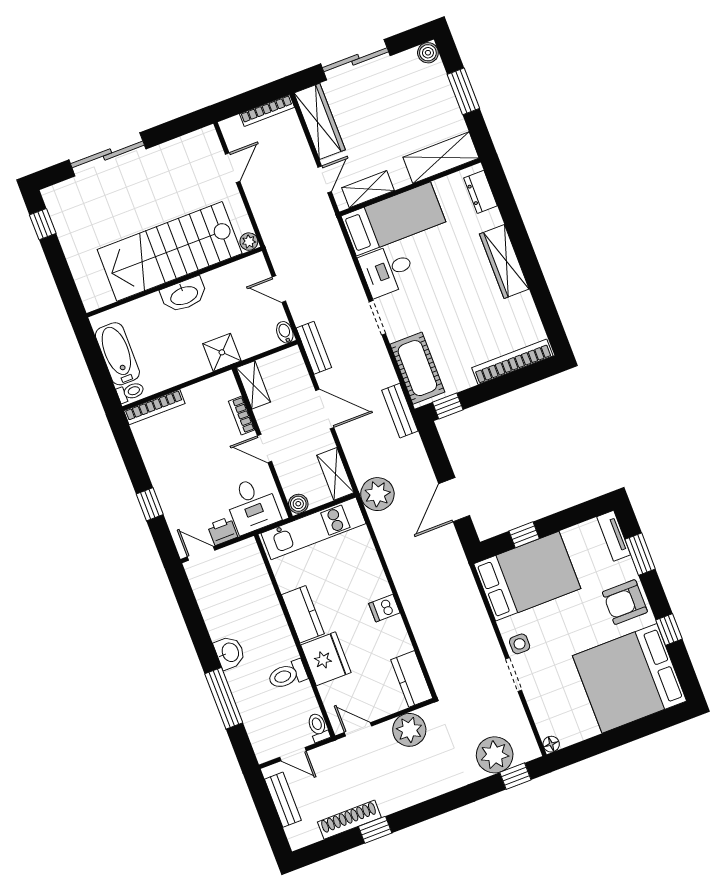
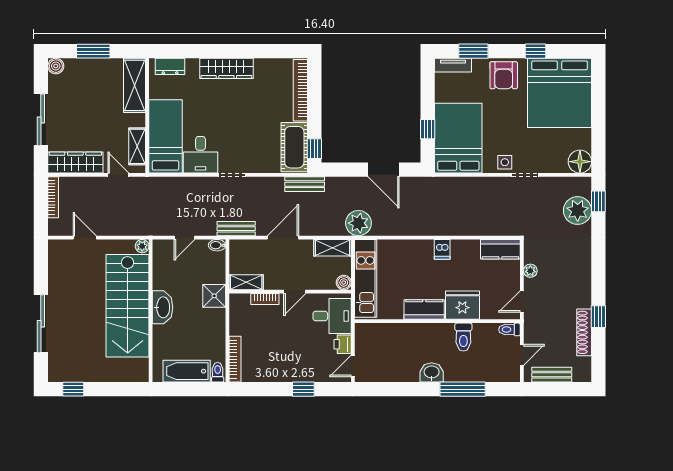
cot: (417, 368) -> (294, 147), moved, turned 90
plant: (409, 730) -> (530, 271), width x0.53, depth x0.53
floor lamp: (551, 744) -> (580, 162), width x1.89, depth x1.89

